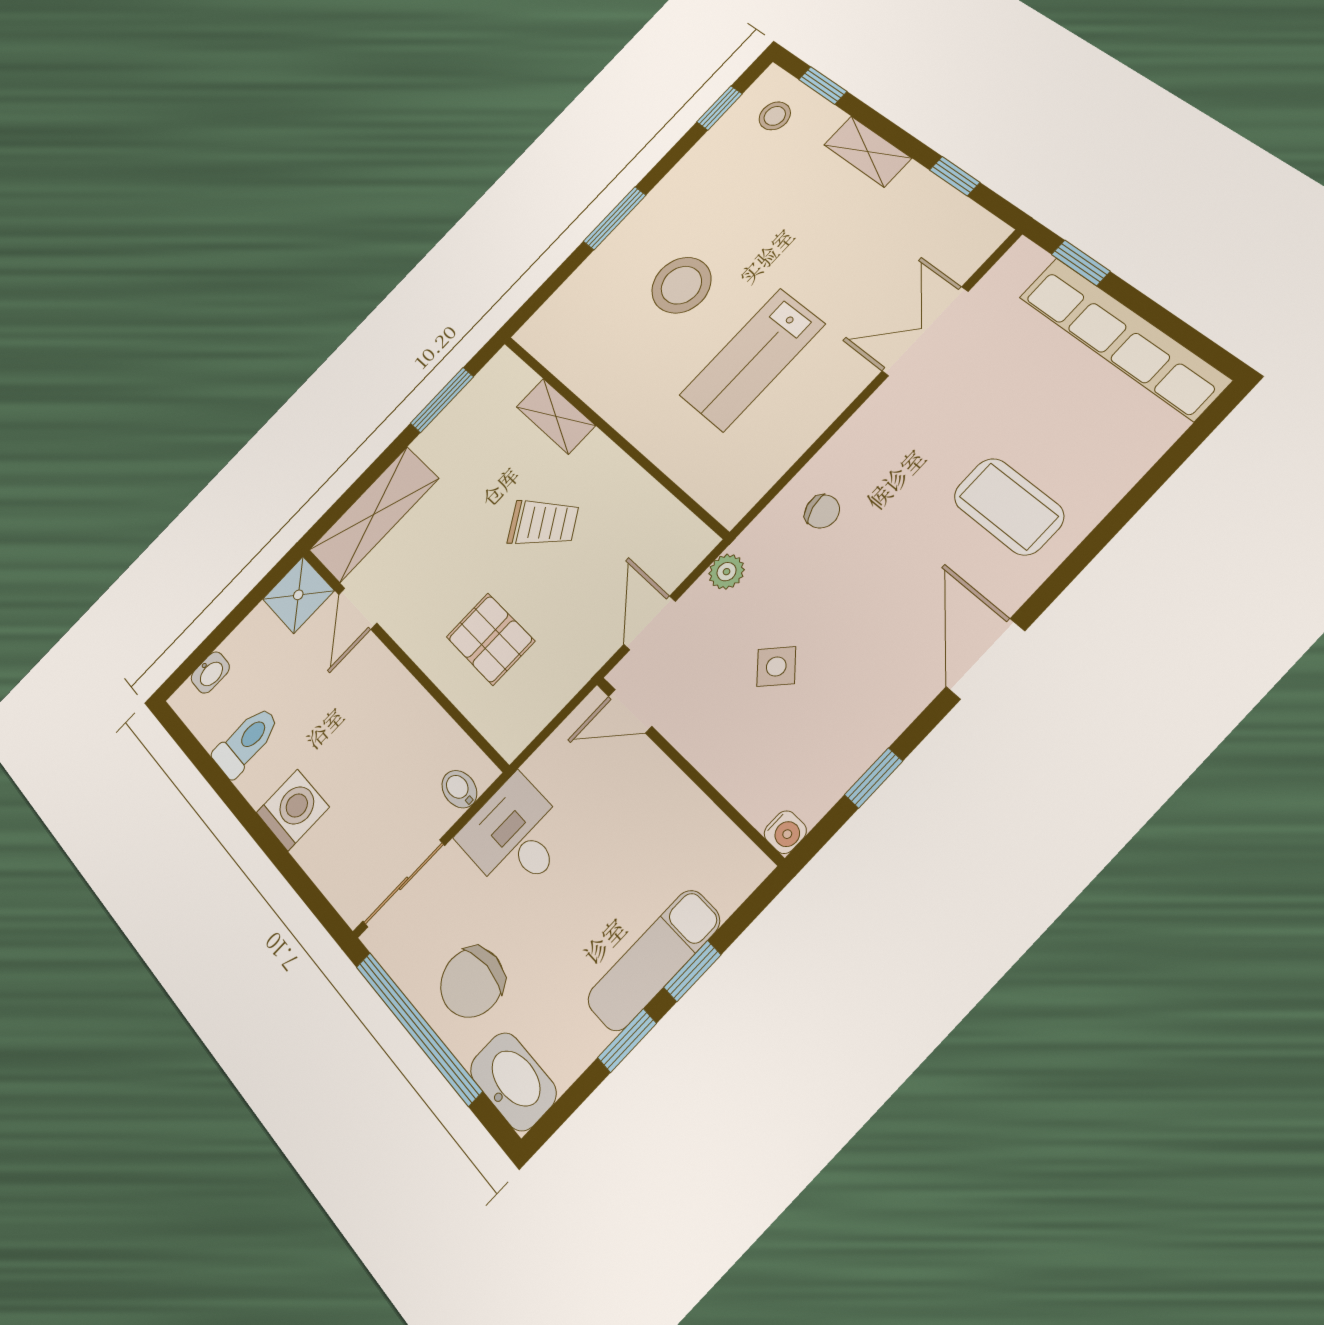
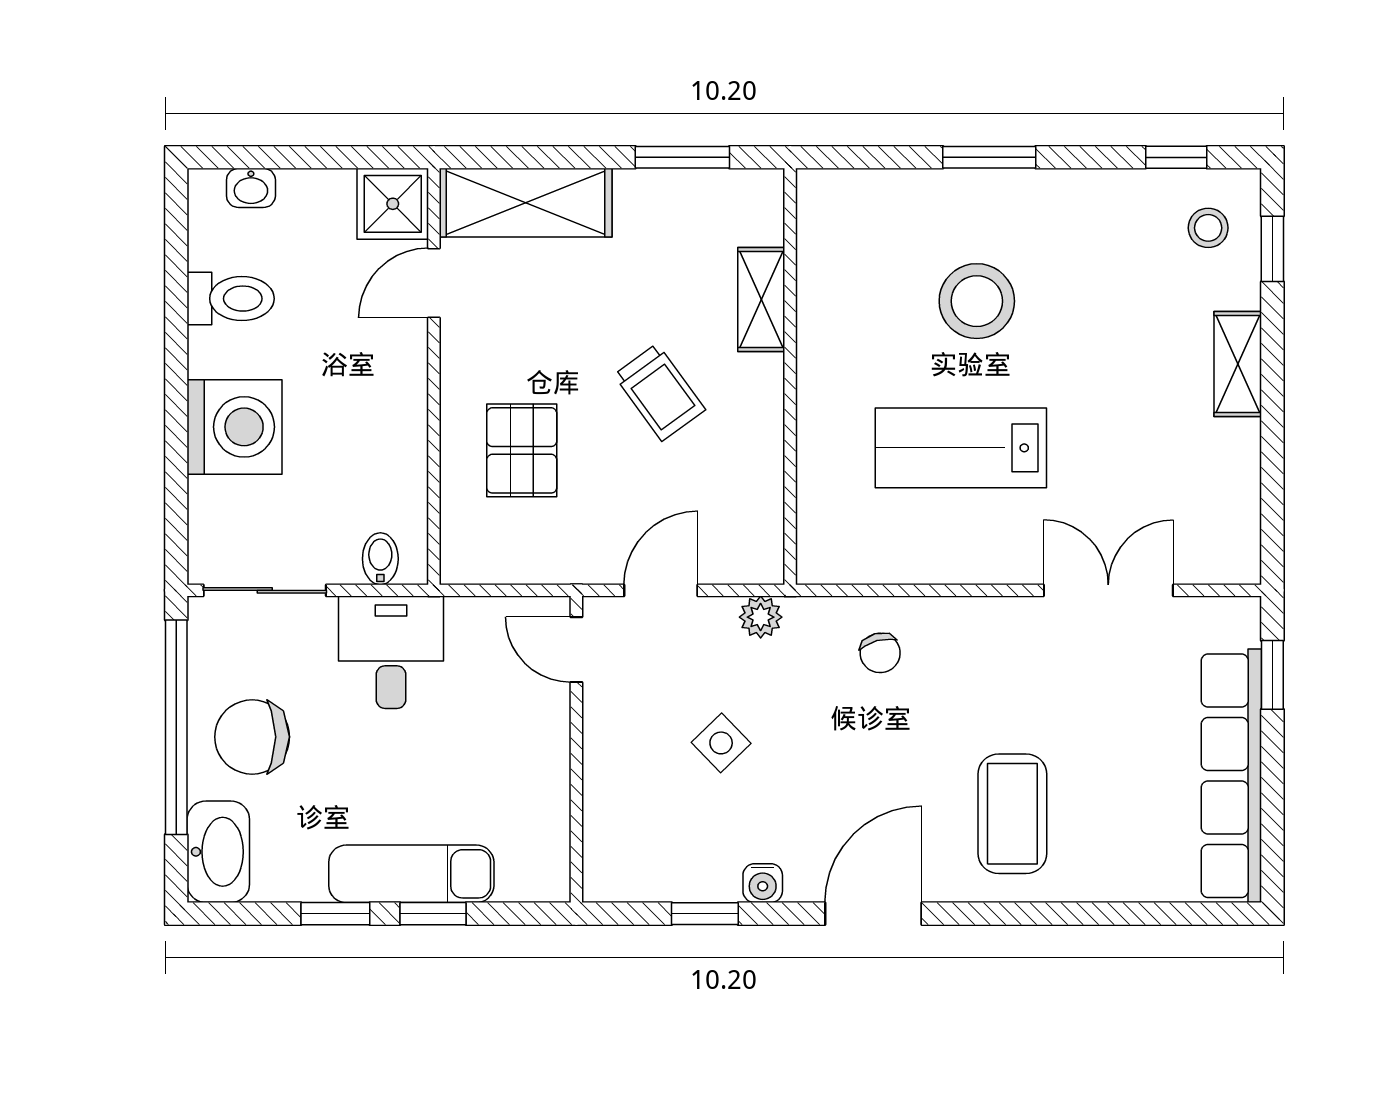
window: (955, 176) -> (1272, 477), removed
washing machine: (293, 810) -> (235, 427), width x1.37, depth x1.37
water cooler: (785, 832) -> (763, 883), moved

